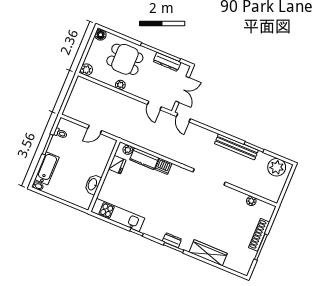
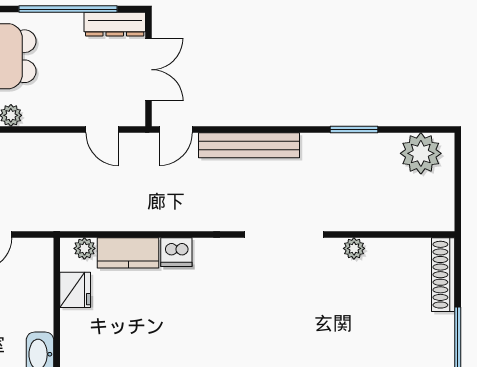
dresser: (167, 62) -> (115, 24), moved
door: (183, 118) -> (176, 130), hinge flipped
bench: (236, 147) -> (249, 145), moved
plant: (251, 201) -> (354, 248), moved
shoe rack: (259, 235) -> (443, 275), moved

